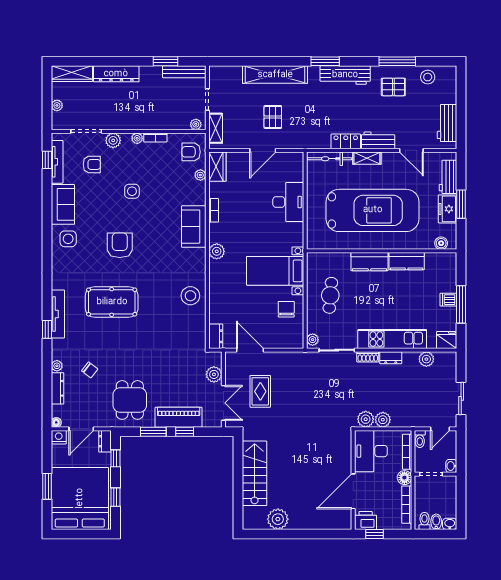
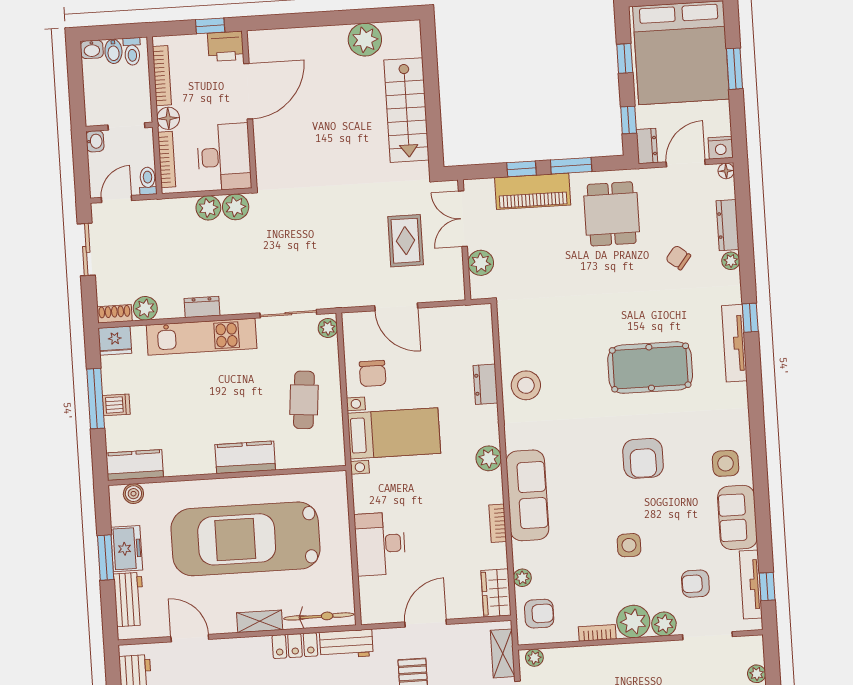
plant: (137, 138) -> (633, 622), width x1.88, depth x1.88
workbench: (378, 140) -> (346, 644), moved
sofa: (194, 227) -> (527, 495), width x1.36
kitchen counter: (407, 261) -> (135, 465), moved
dresser: (216, 336) -> (485, 384), moved
door: (250, 350) -> (396, 307), moved
shoe rack: (368, 357) -> (114, 314), moved

